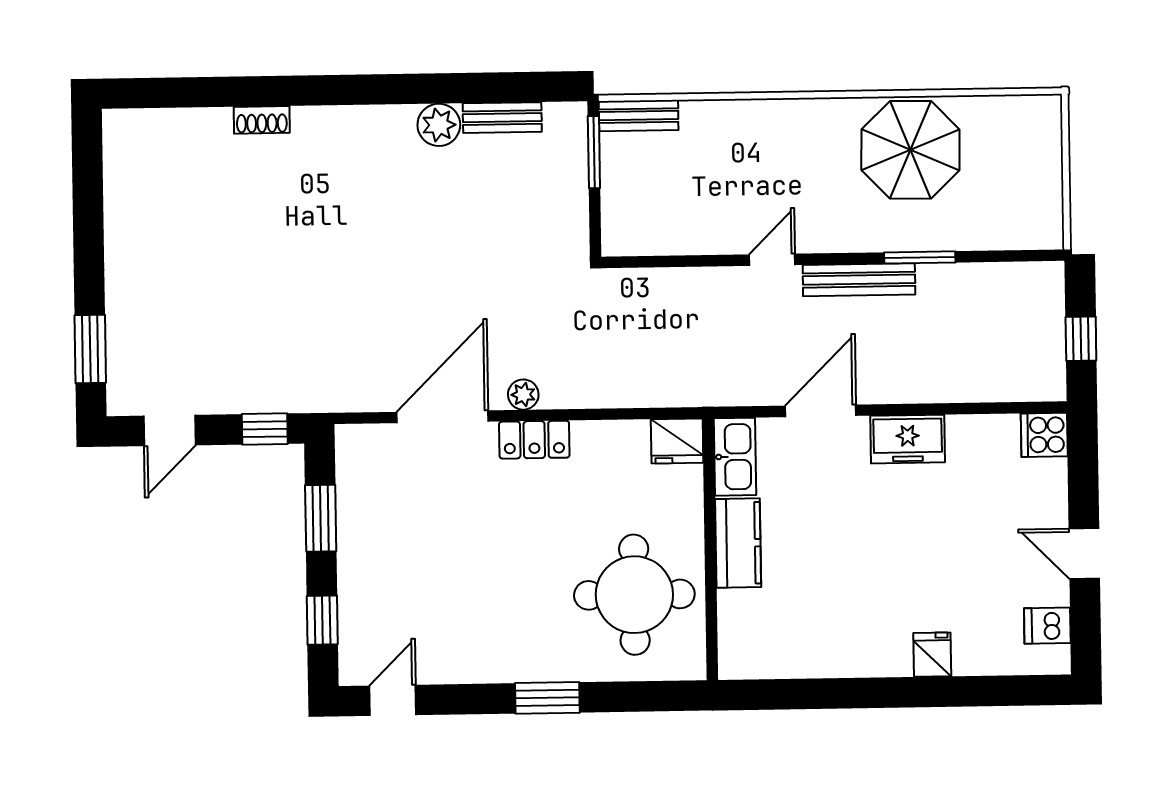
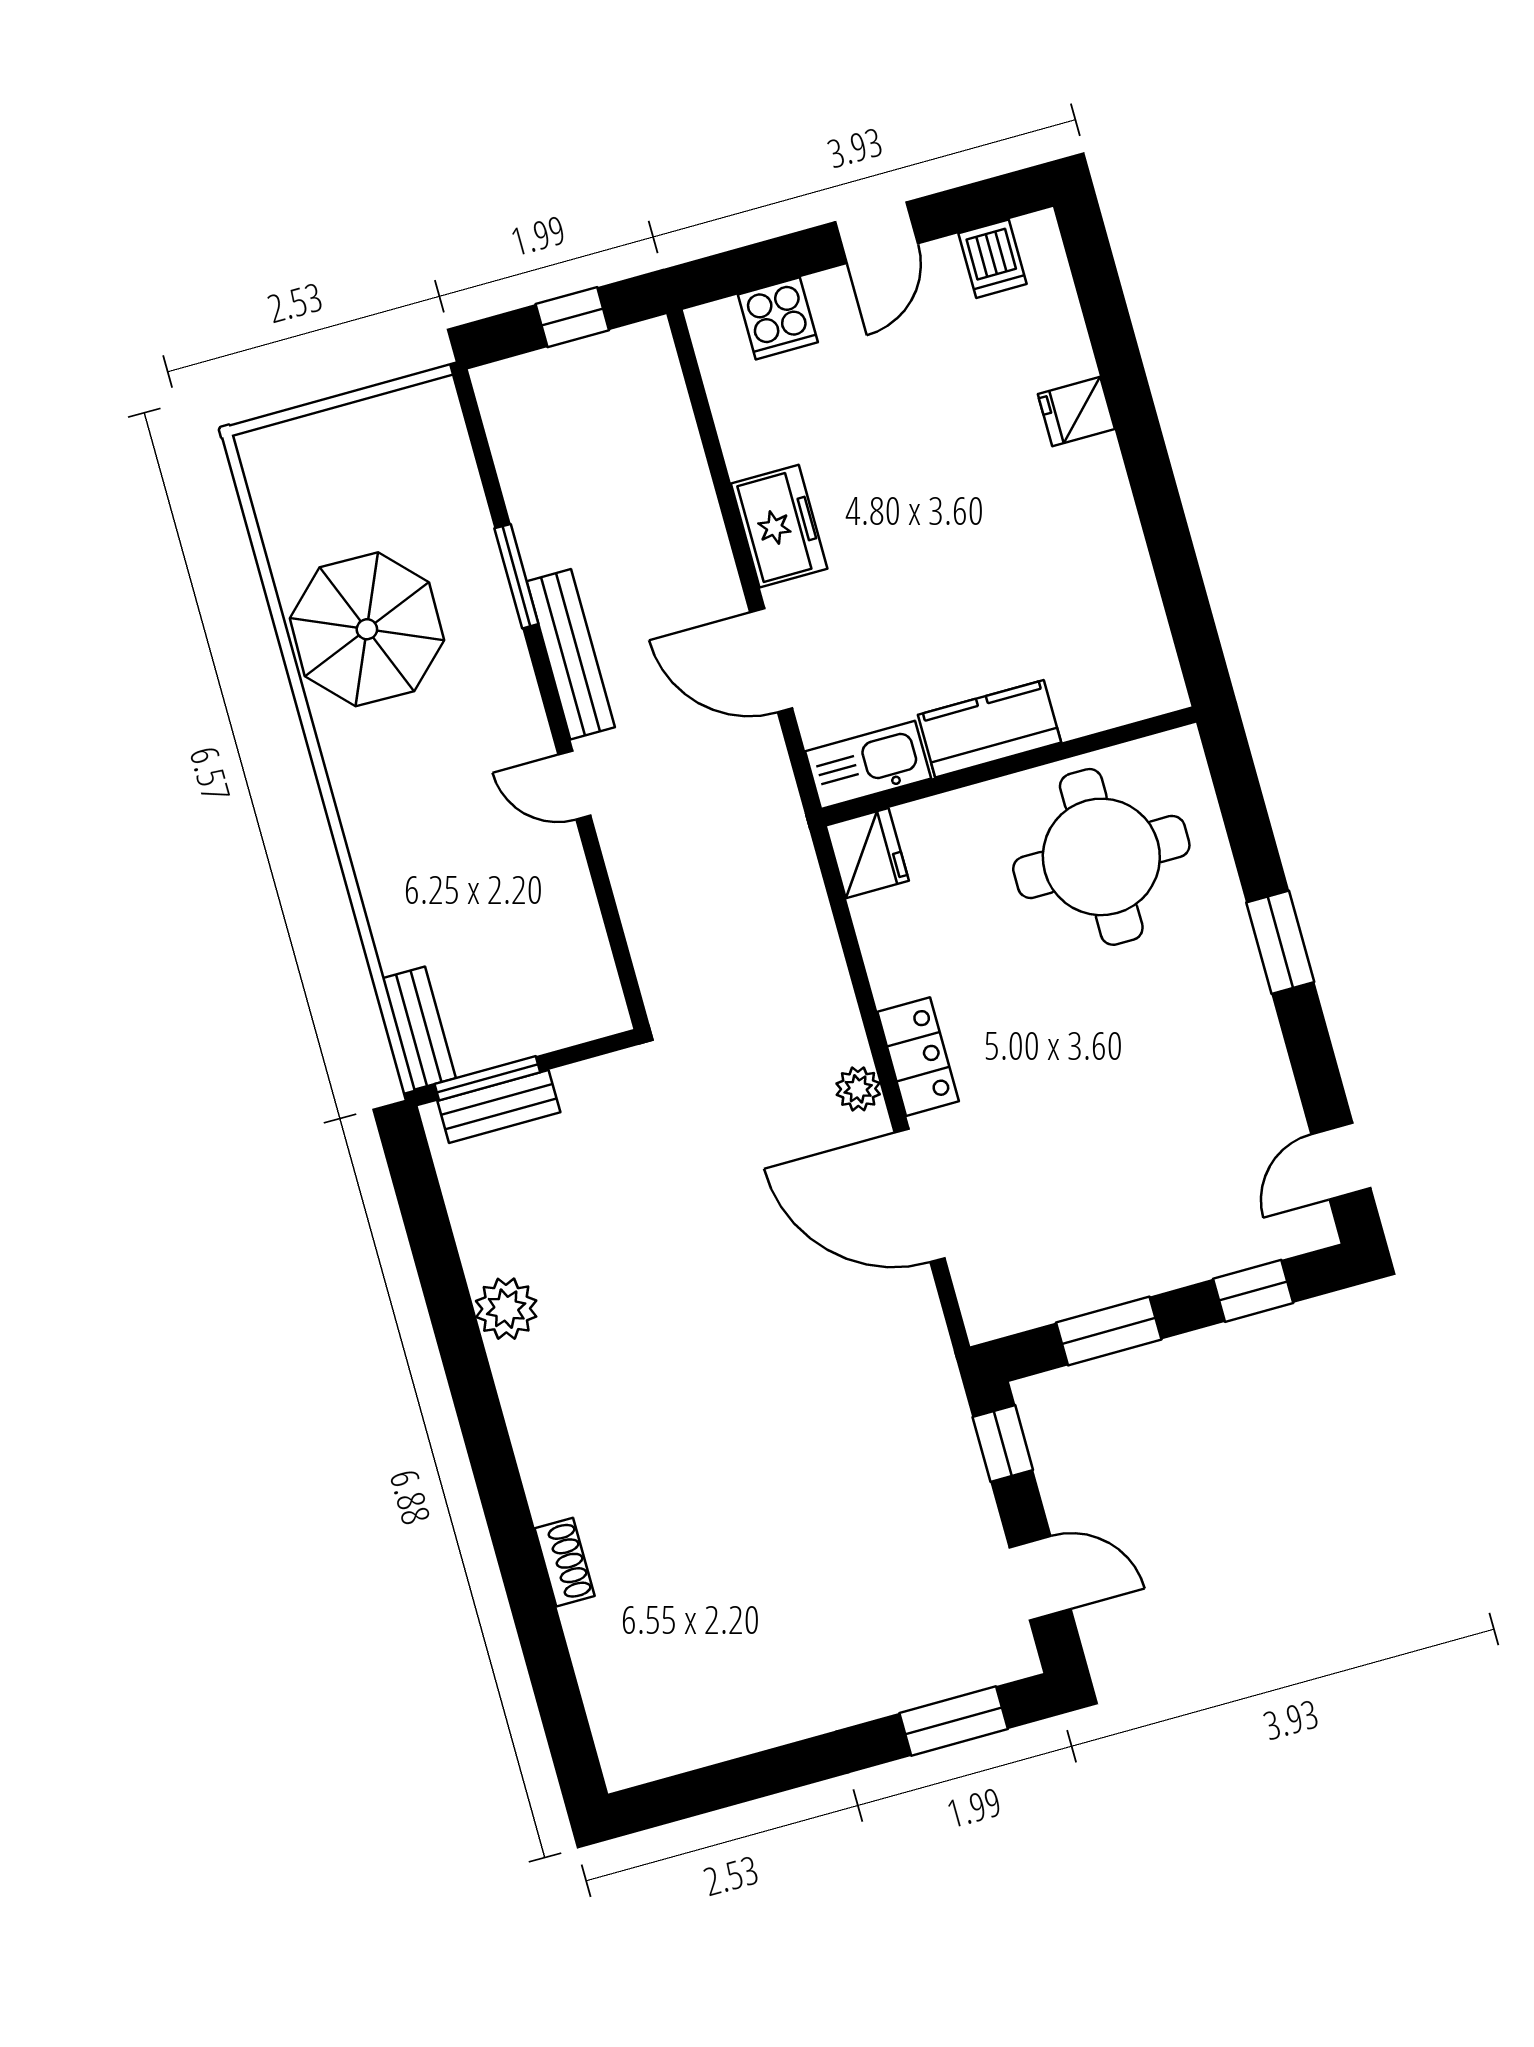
bench: (502, 118) -> (499, 1107), moved, turned 90
cooker: (1044, 435) -> (778, 318), moved
door: (393, 700) -> (1341, 1161), hinge flipped

